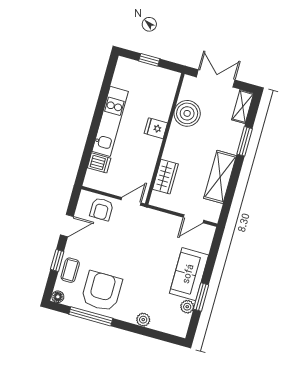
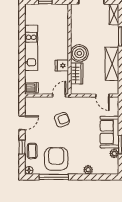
boiler: (187, 113) -> (79, 53), moved
fridge: (156, 128) -> (62, 66), moved
dishwasher: (99, 163) -> (31, 88), moved
armchair: (102, 209) -> (62, 120), moved, turned -110
door: (193, 219) -> (102, 96), hinge flipped

